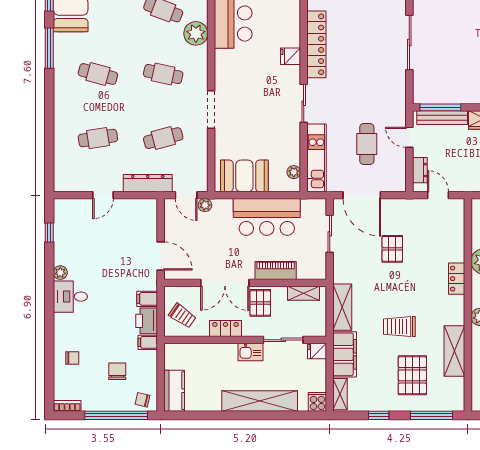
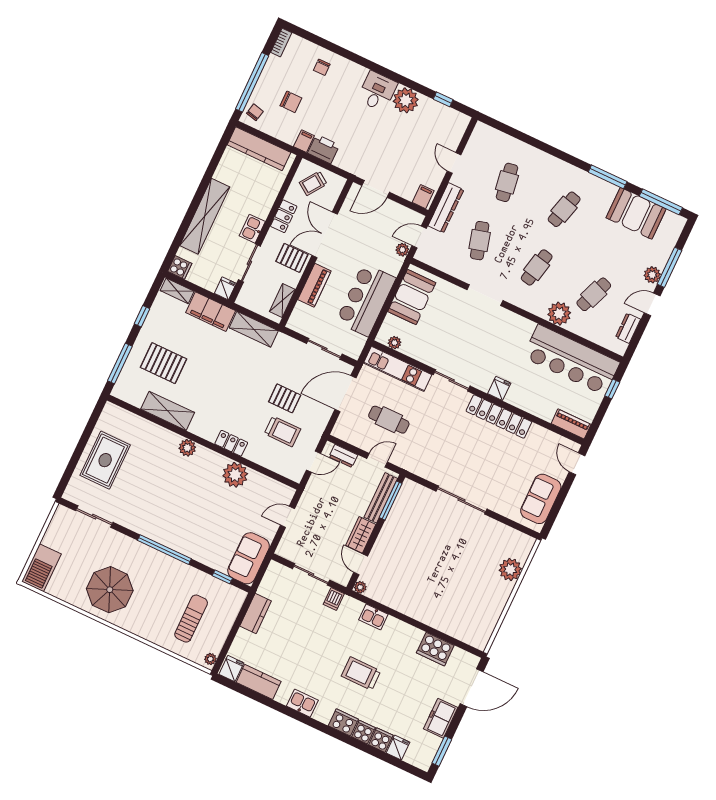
plant: (60, 273) -> (406, 100), width x1.87, depth x1.87
filing cabinet: (147, 299) -> (423, 197), moved
trolley: (399, 327) -> (282, 431), moved, turned 90
kitchen counter: (174, 391) -> (259, 149), width x1.50

